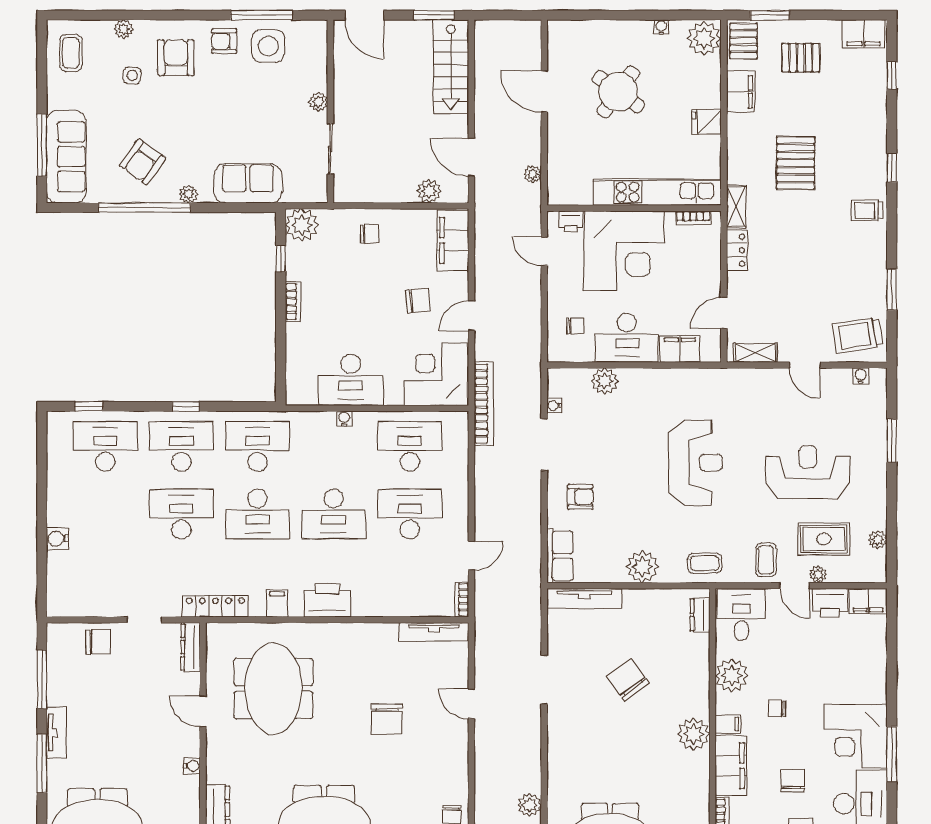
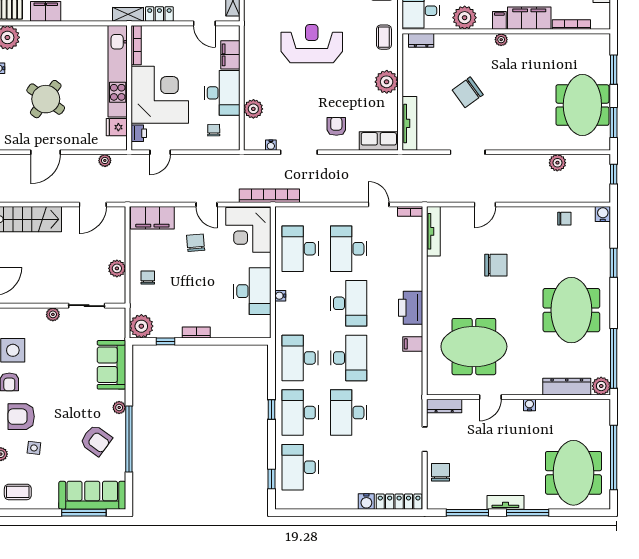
fridge: (707, 122) -> (117, 127), moved, turned 90
plant: (429, 191) -> (117, 268), moved
bookcase: (693, 218) -> (136, 45), width x1.56
locker: (215, 606) -> (399, 502), moved, turned 90
plant: (693, 734) -> (501, 40), width x0.53, depth x0.53

